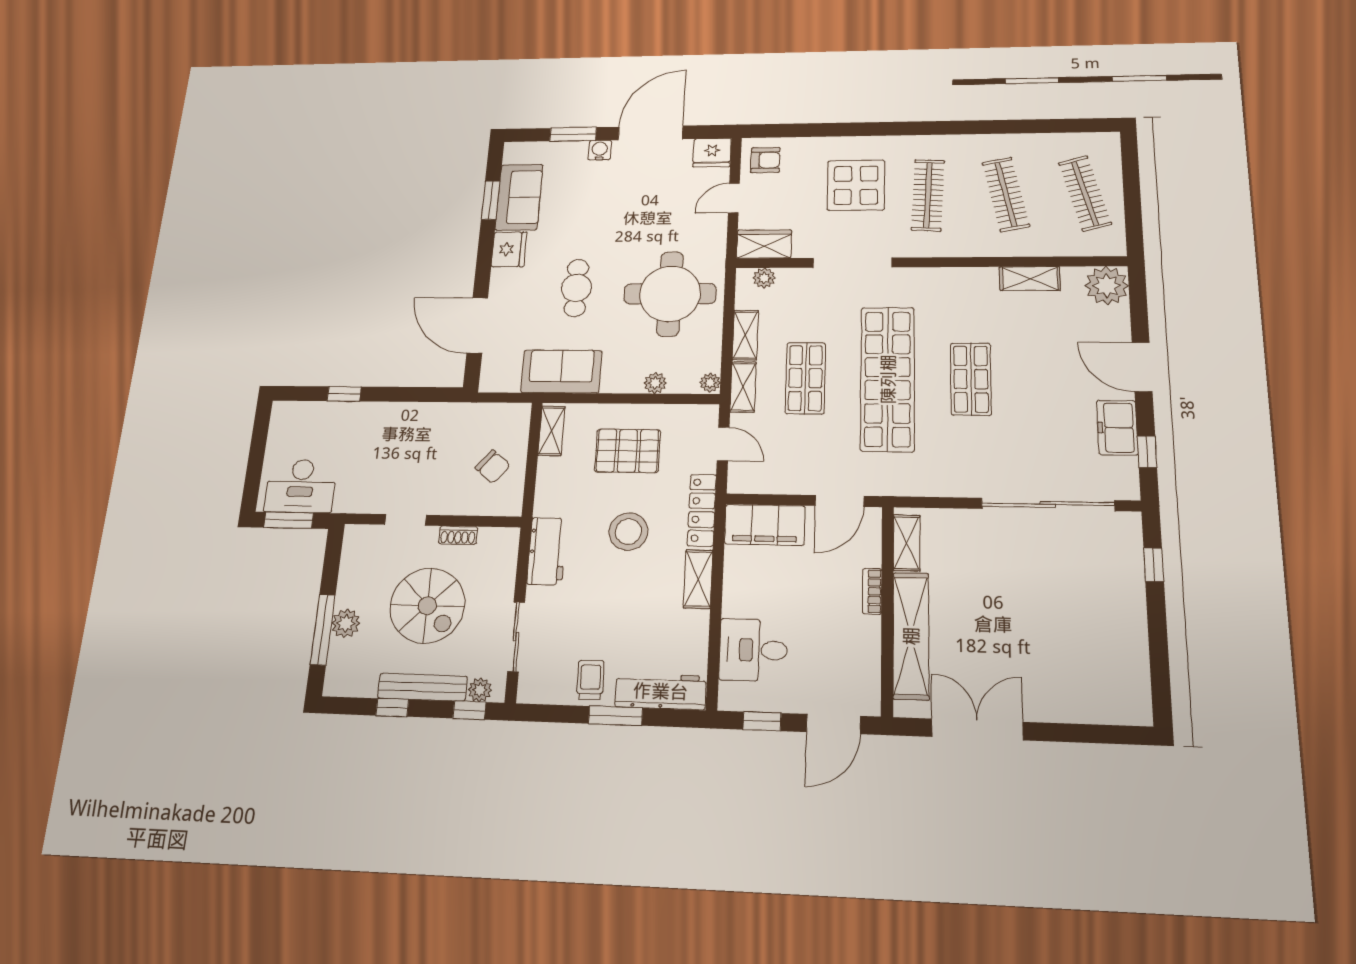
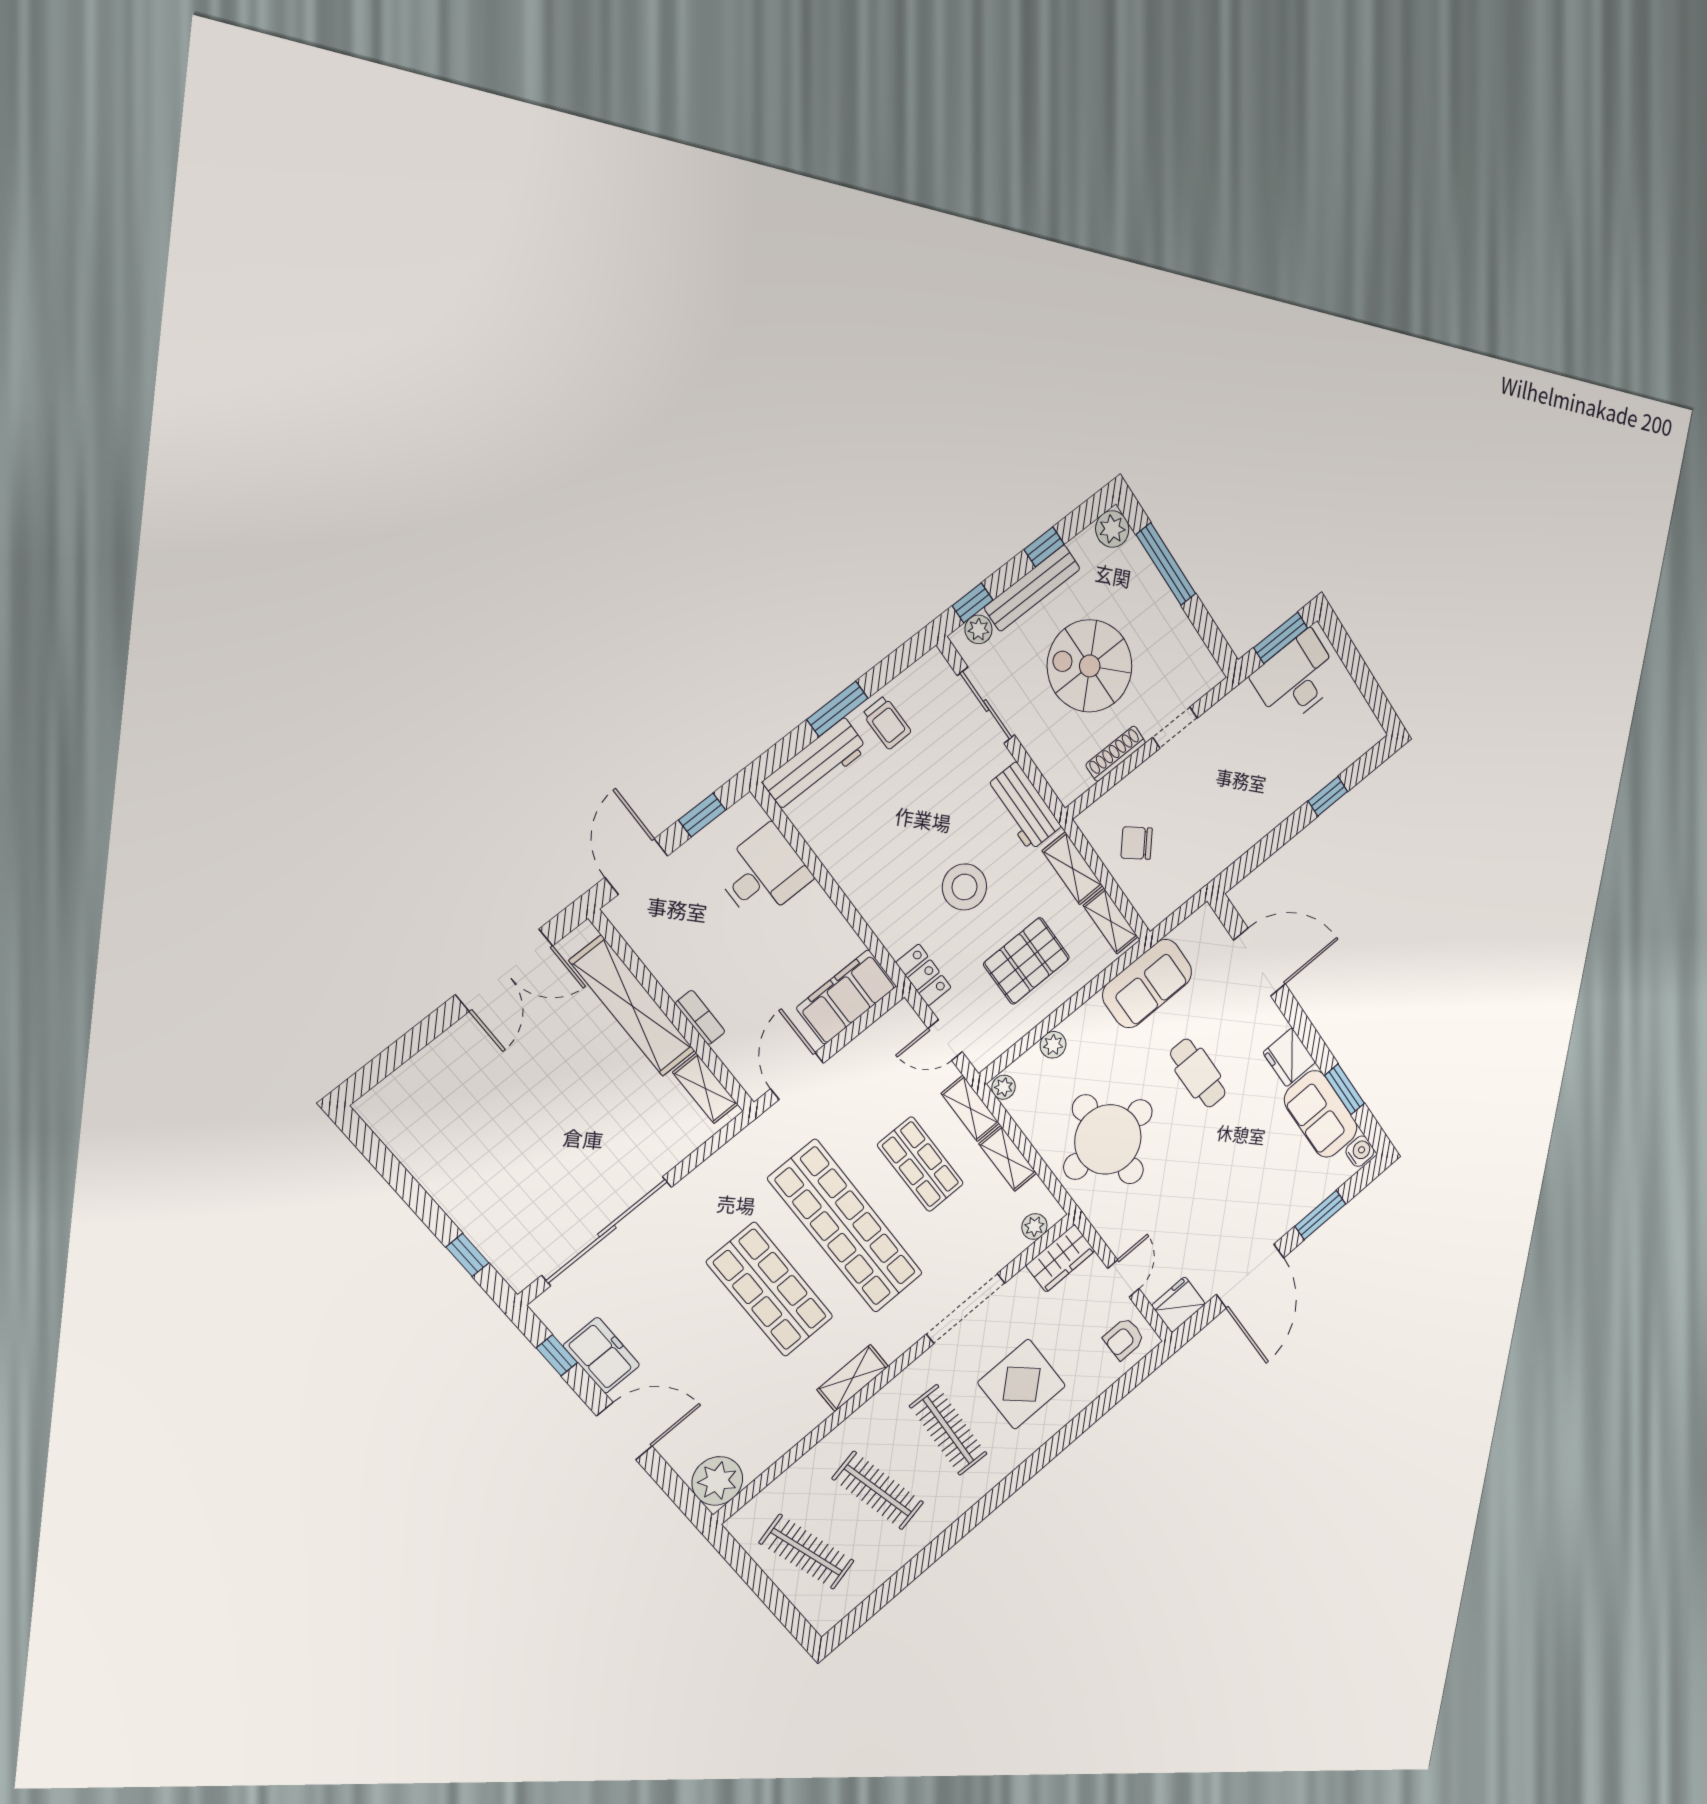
water cooler: (600, 150) -> (1360, 1151), moved, turned -90
shelving: (1030, 279) -> (853, 1378), moved
shop shelf: (971, 379) -> (770, 1290), width x1.43, depth x1.36
locker: (702, 510) -> (923, 975), width x0.66
shoe rack: (458, 535) -> (1116, 754), width x1.43
shelving: (698, 579) -> (1073, 868), moved
plant: (346, 623) -> (1112, 529), moved

